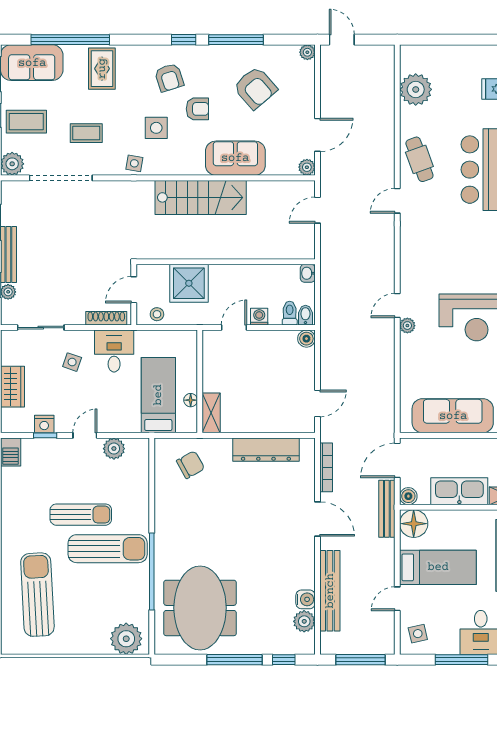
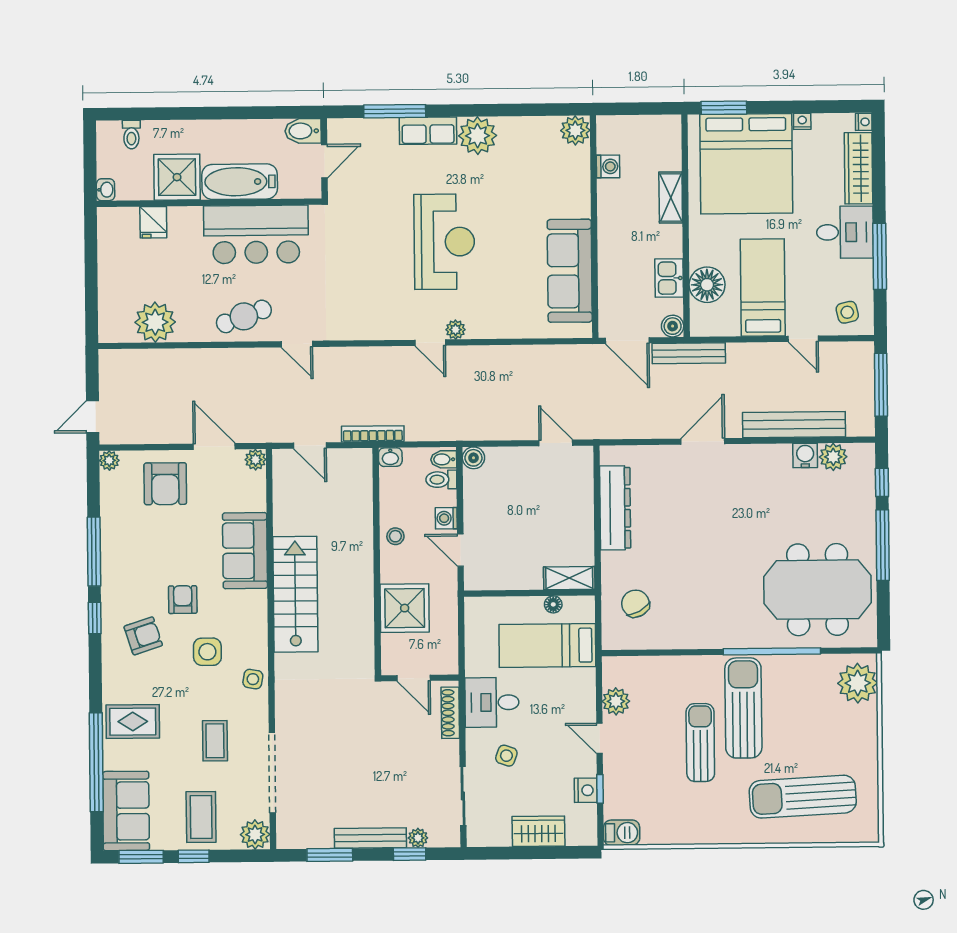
armchair: (255, 88) -> (165, 484), moved, turned 131
stool: (157, 314) -> (395, 536), moved
bookcase: (326, 467) -> (373, 434), moved
kitchen sink: (459, 491) -> (669, 278), width x0.53, depth x0.81
floor lamp: (414, 524) -> (707, 285), moved

